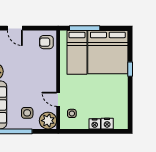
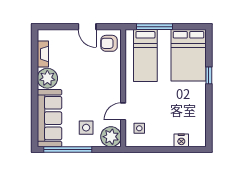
door: (15, 28) -> (87, 27), moved
bed: (108, 52) -> (189, 55), width x0.73
door: (58, 99) -> (123, 111), hinge flipped
nightstand: (95, 124) -> (166, 141), removed

